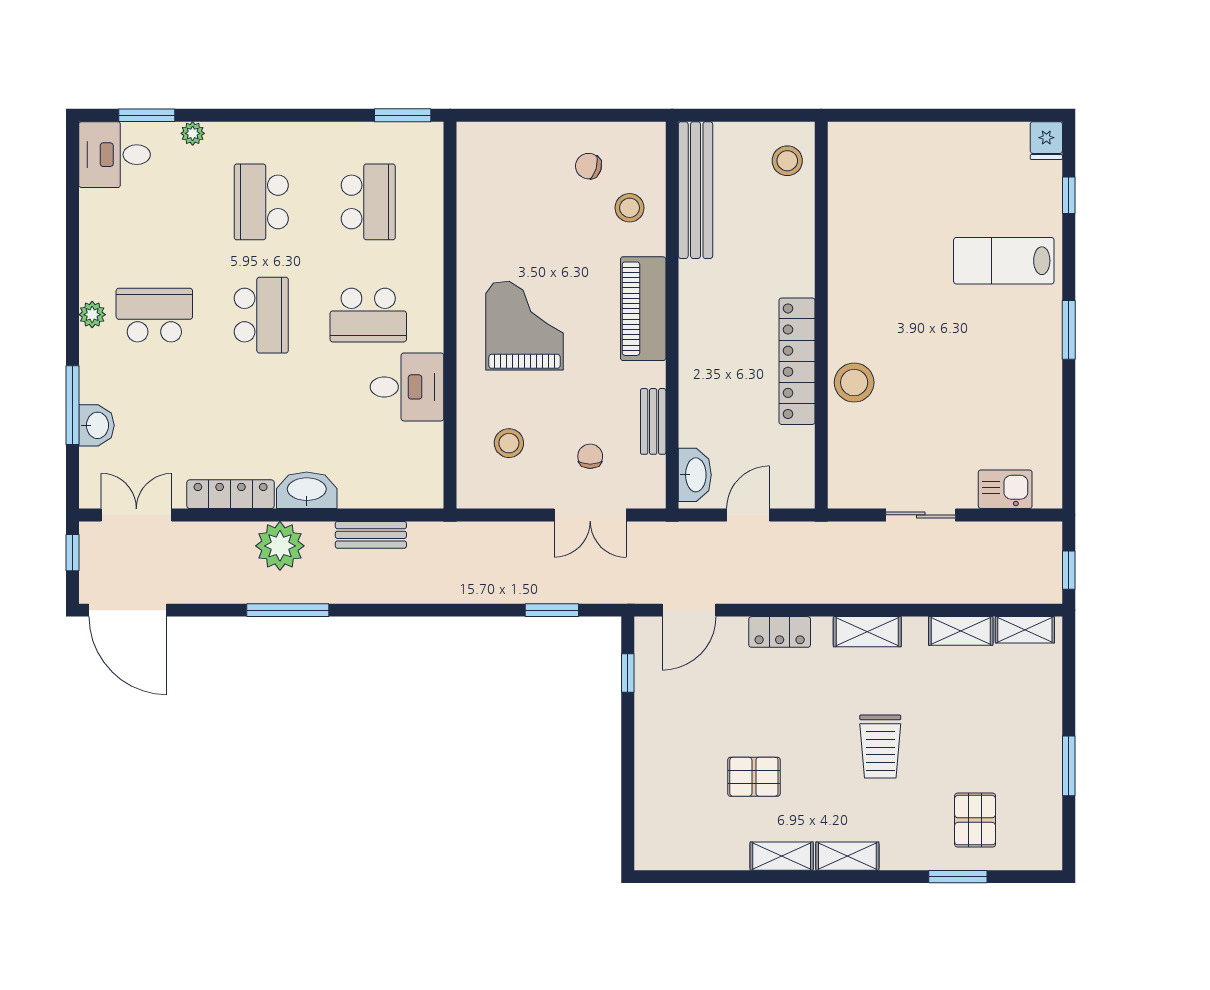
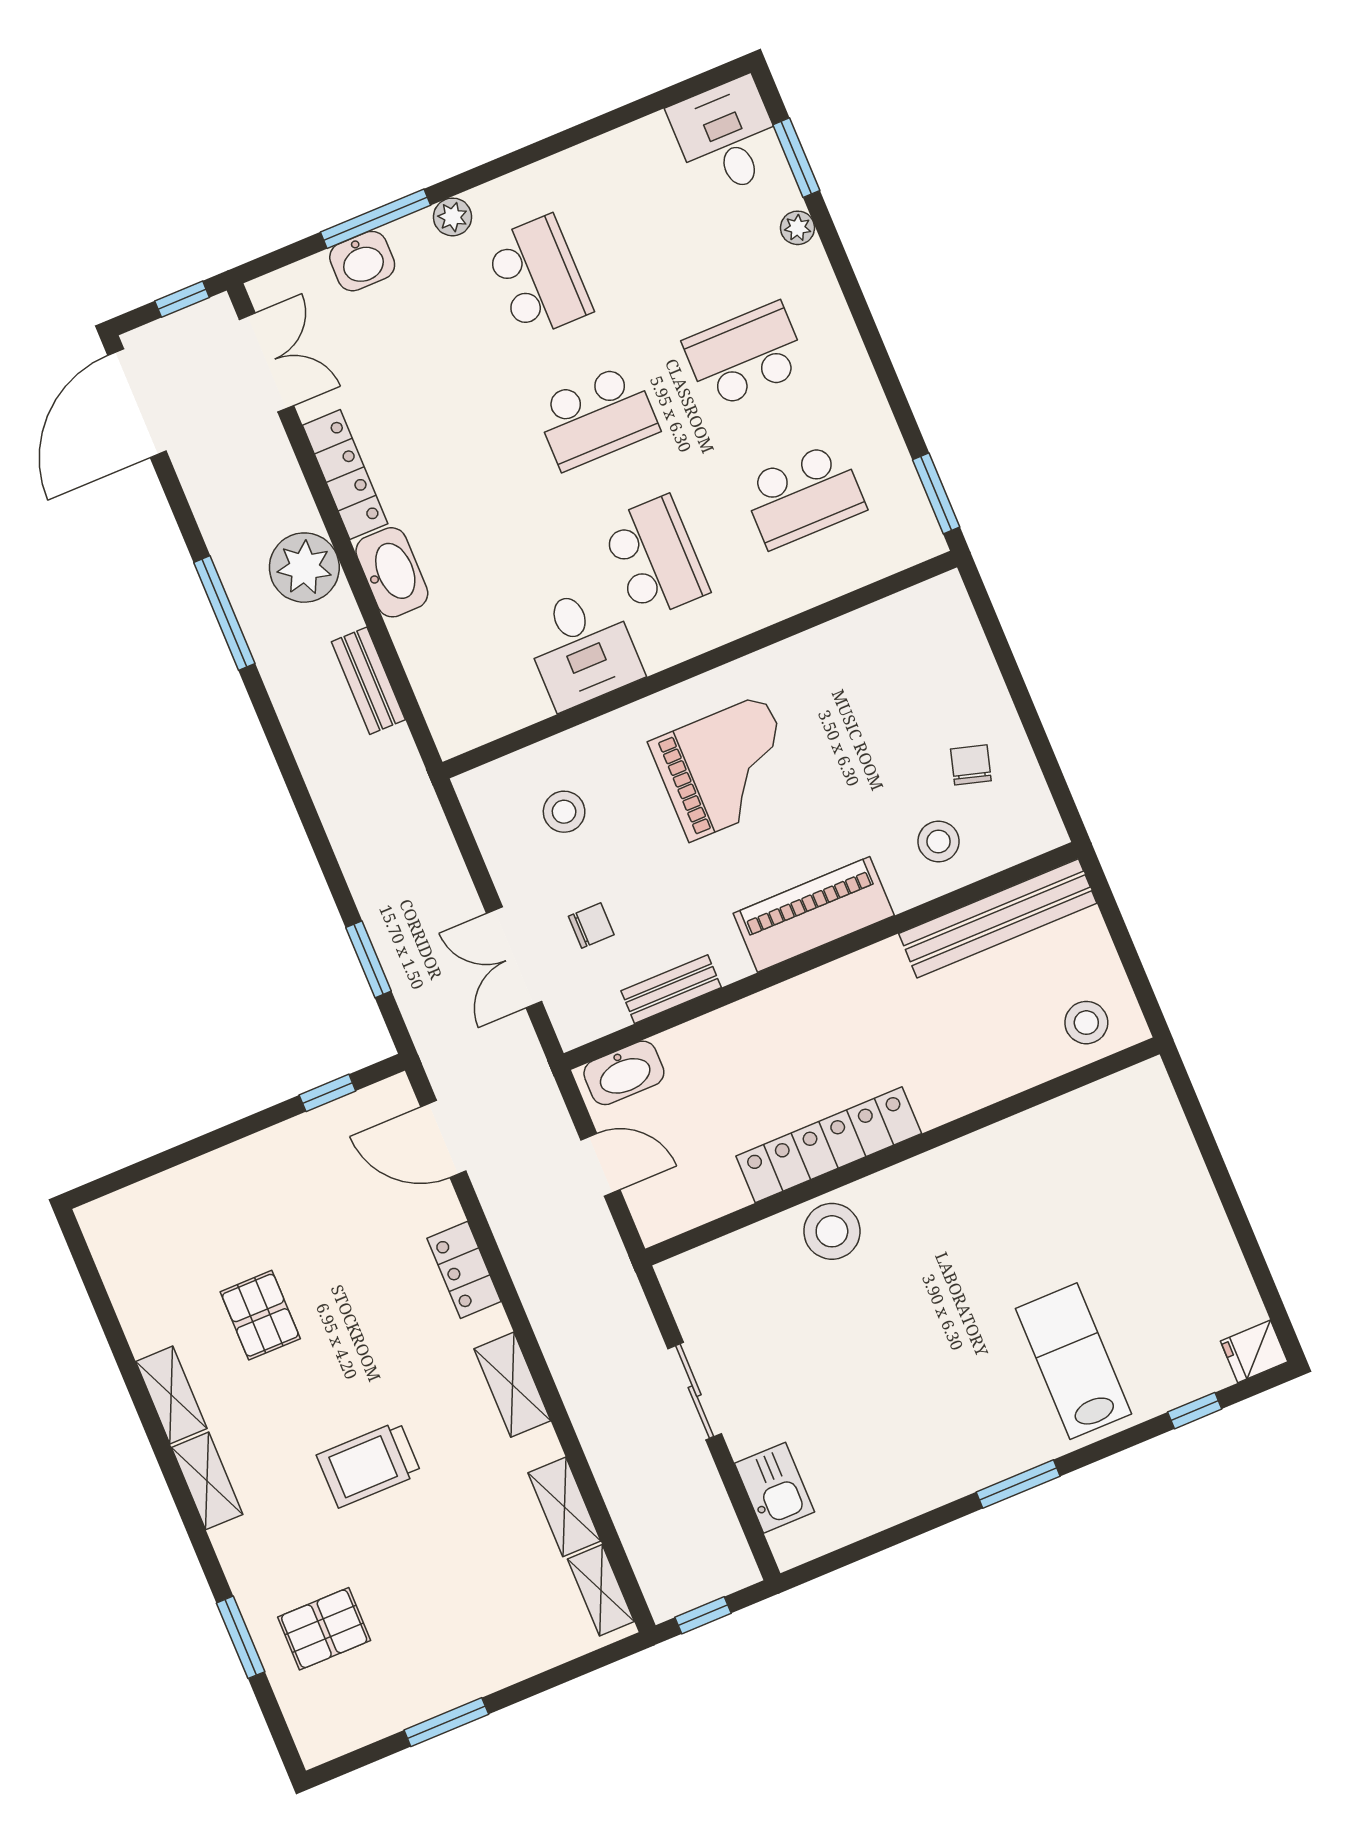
plant: (92, 315) -> (452, 217), moved
school desk: (368, 315) -> (655, 557), turned 180

